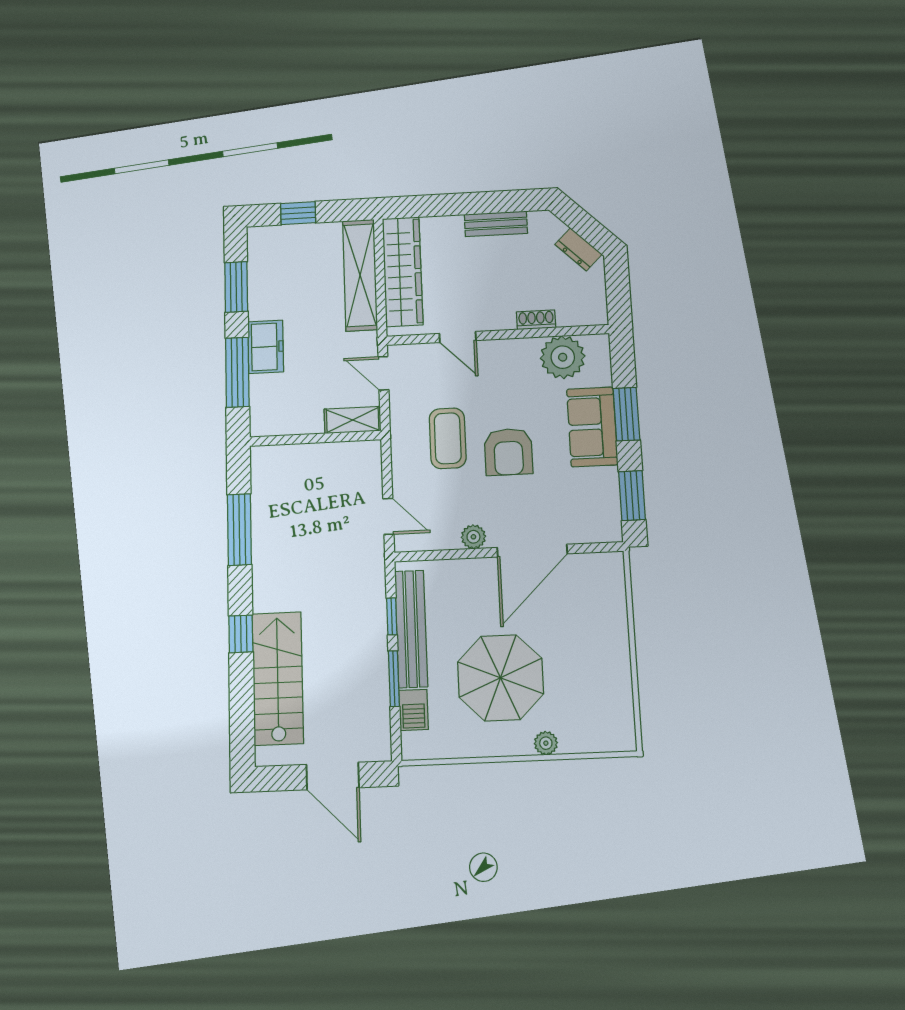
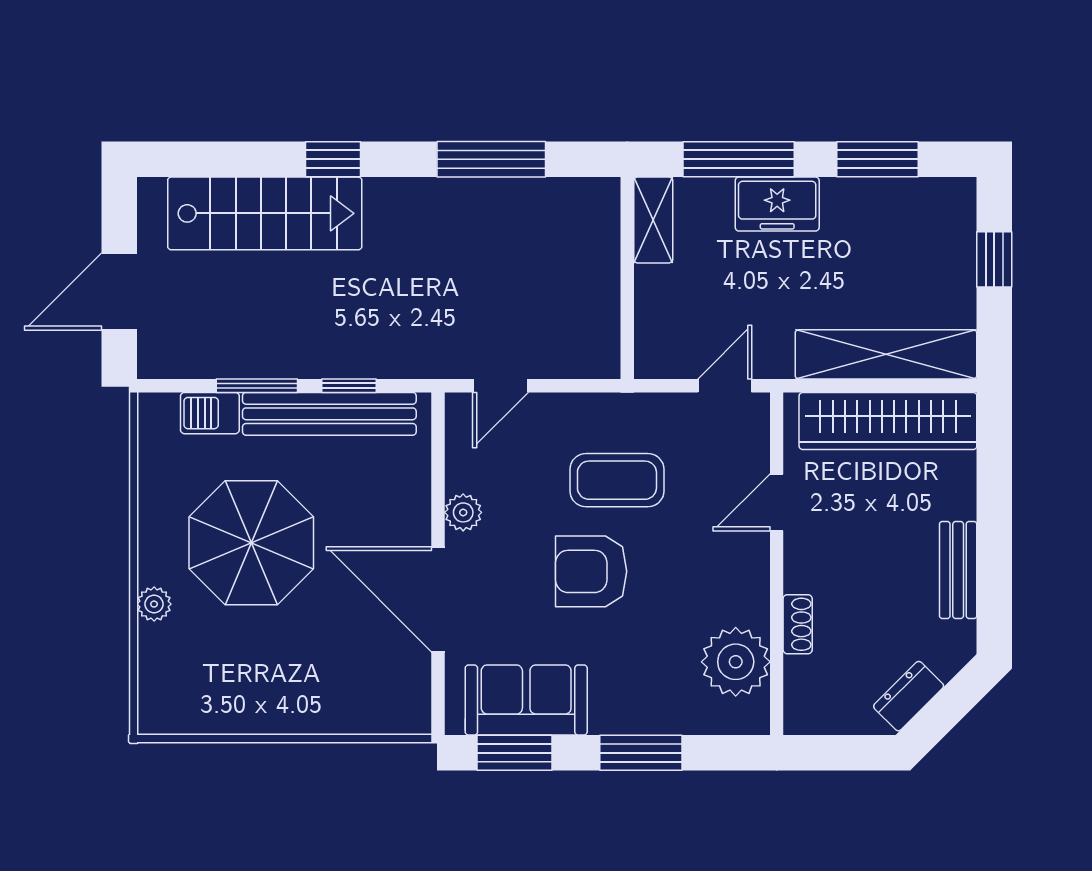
shelving: (353, 420) -> (653, 220), moved
sofa: (592, 427) -> (526, 700), moved

